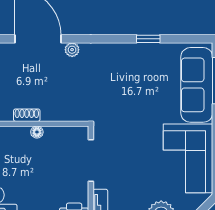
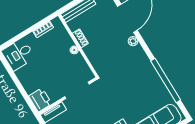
window: (148, 39) -> (166, 81), width x3.17

